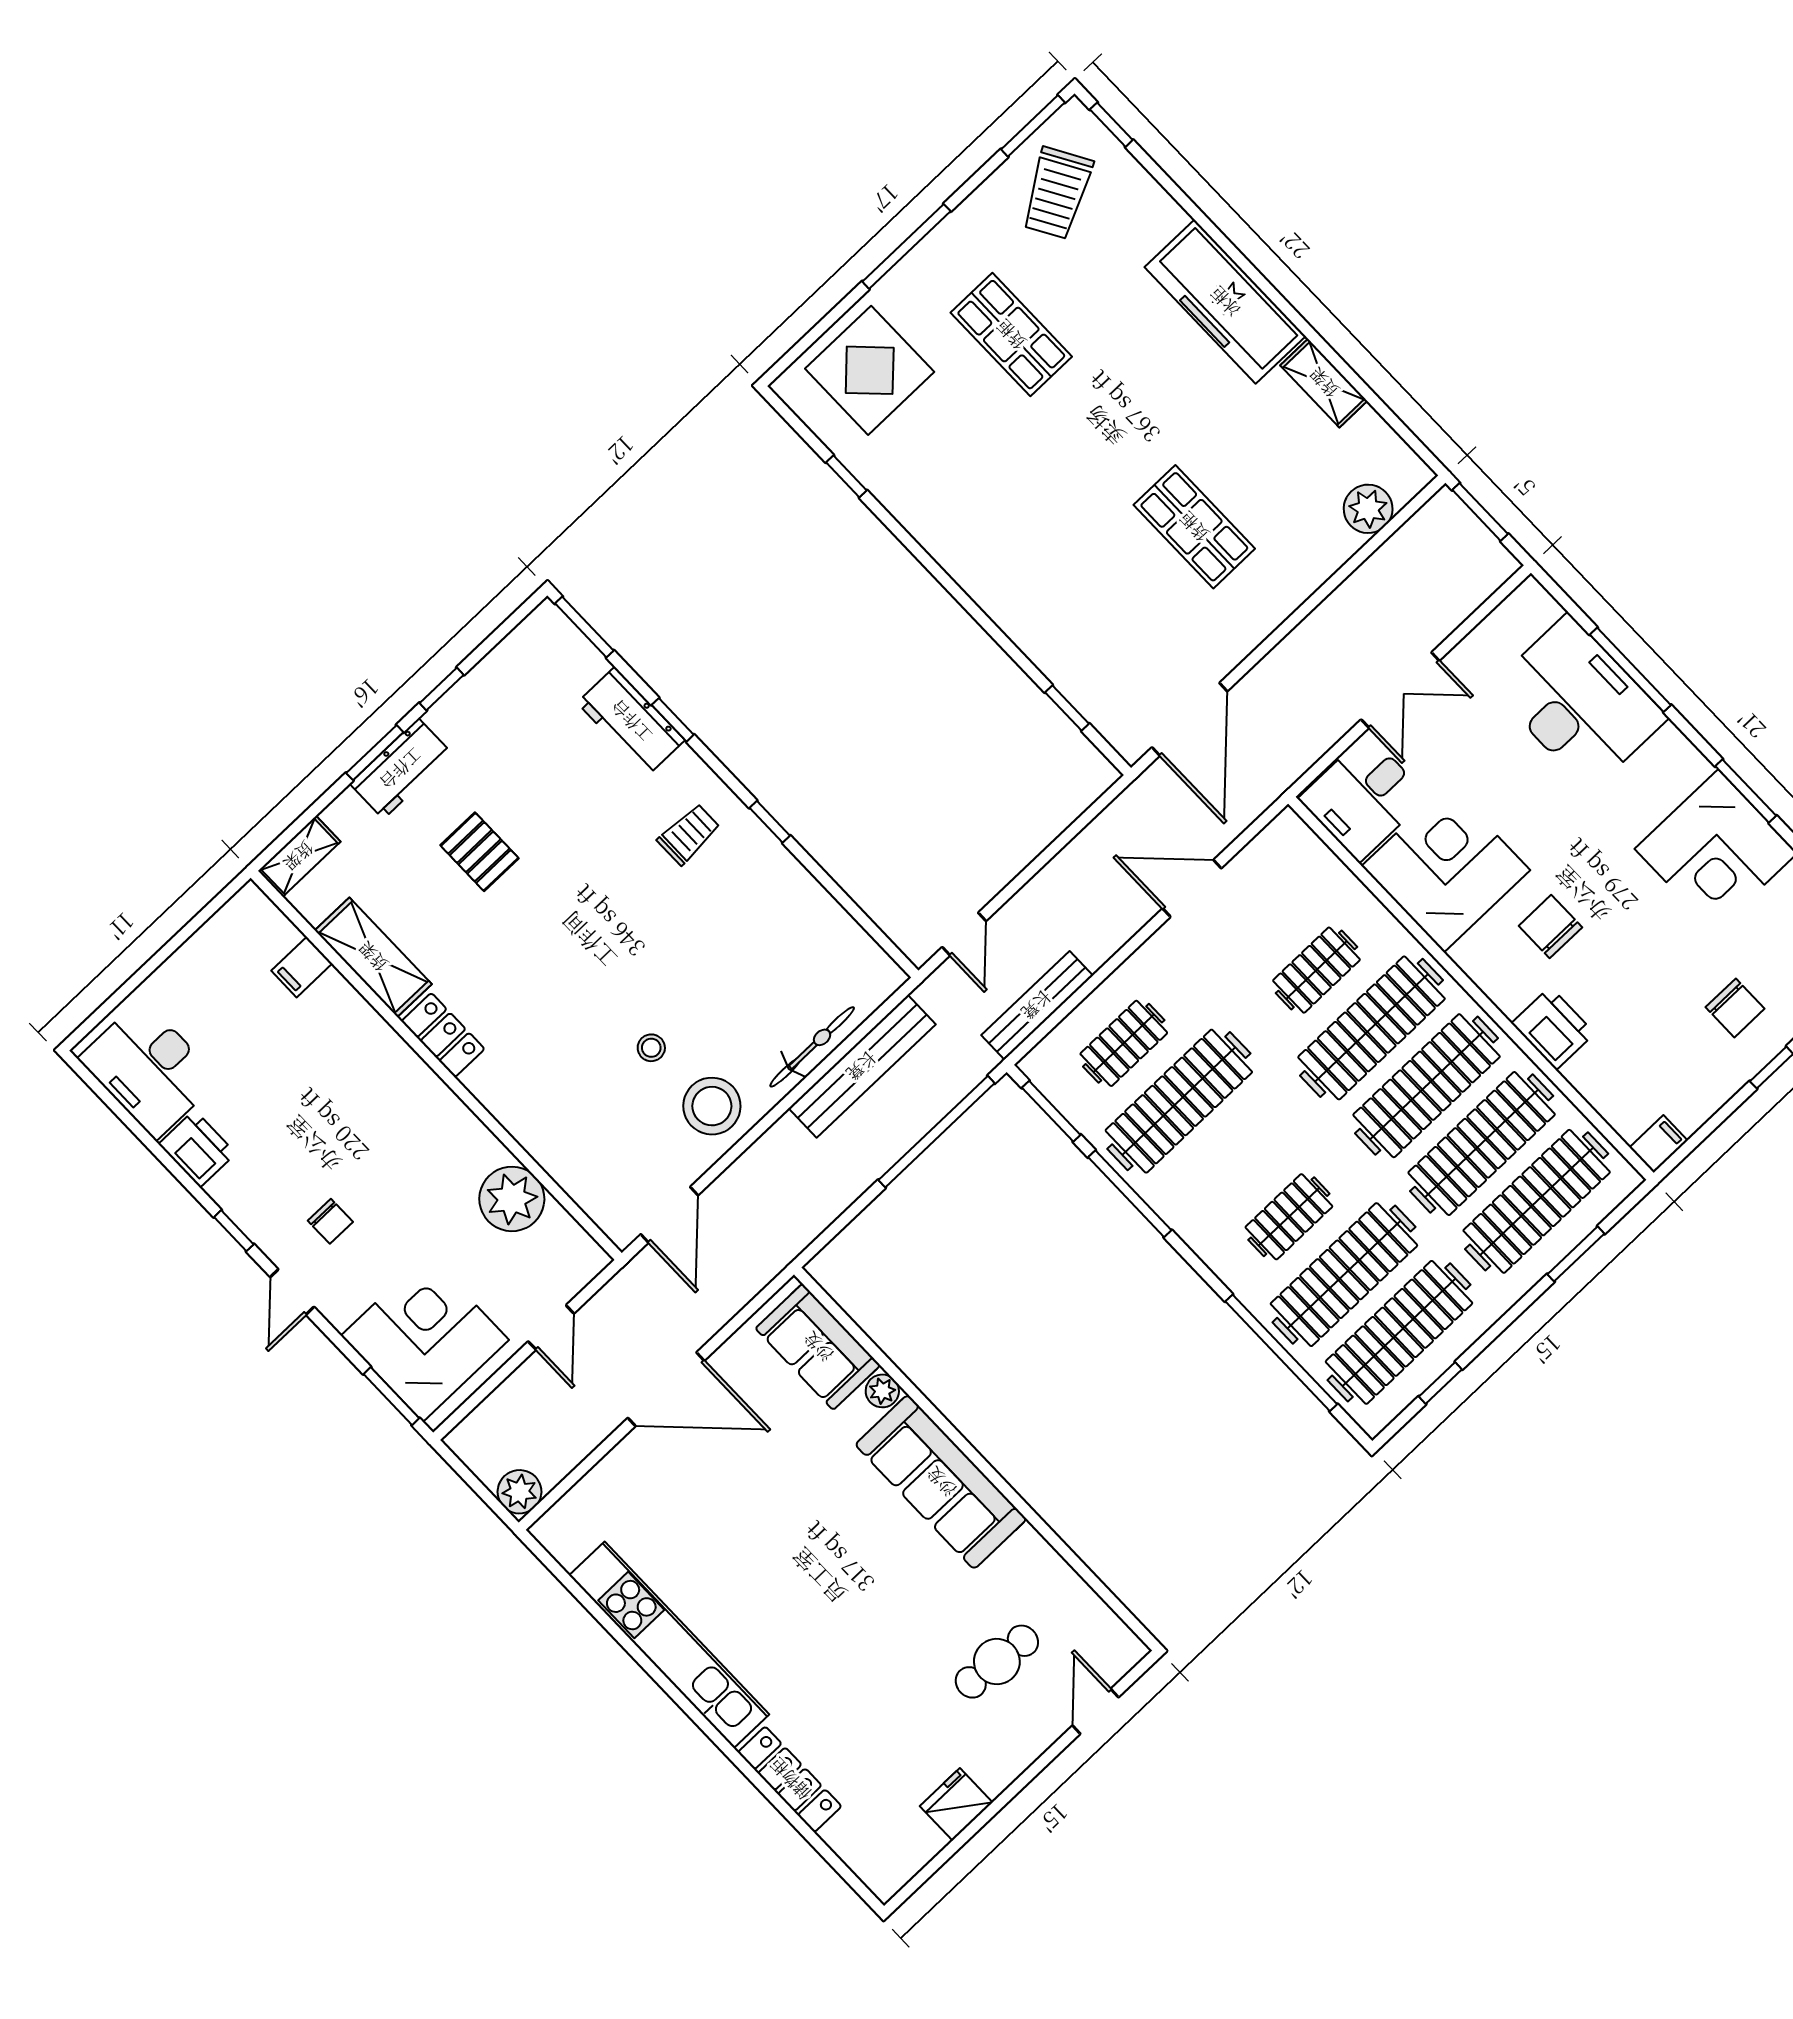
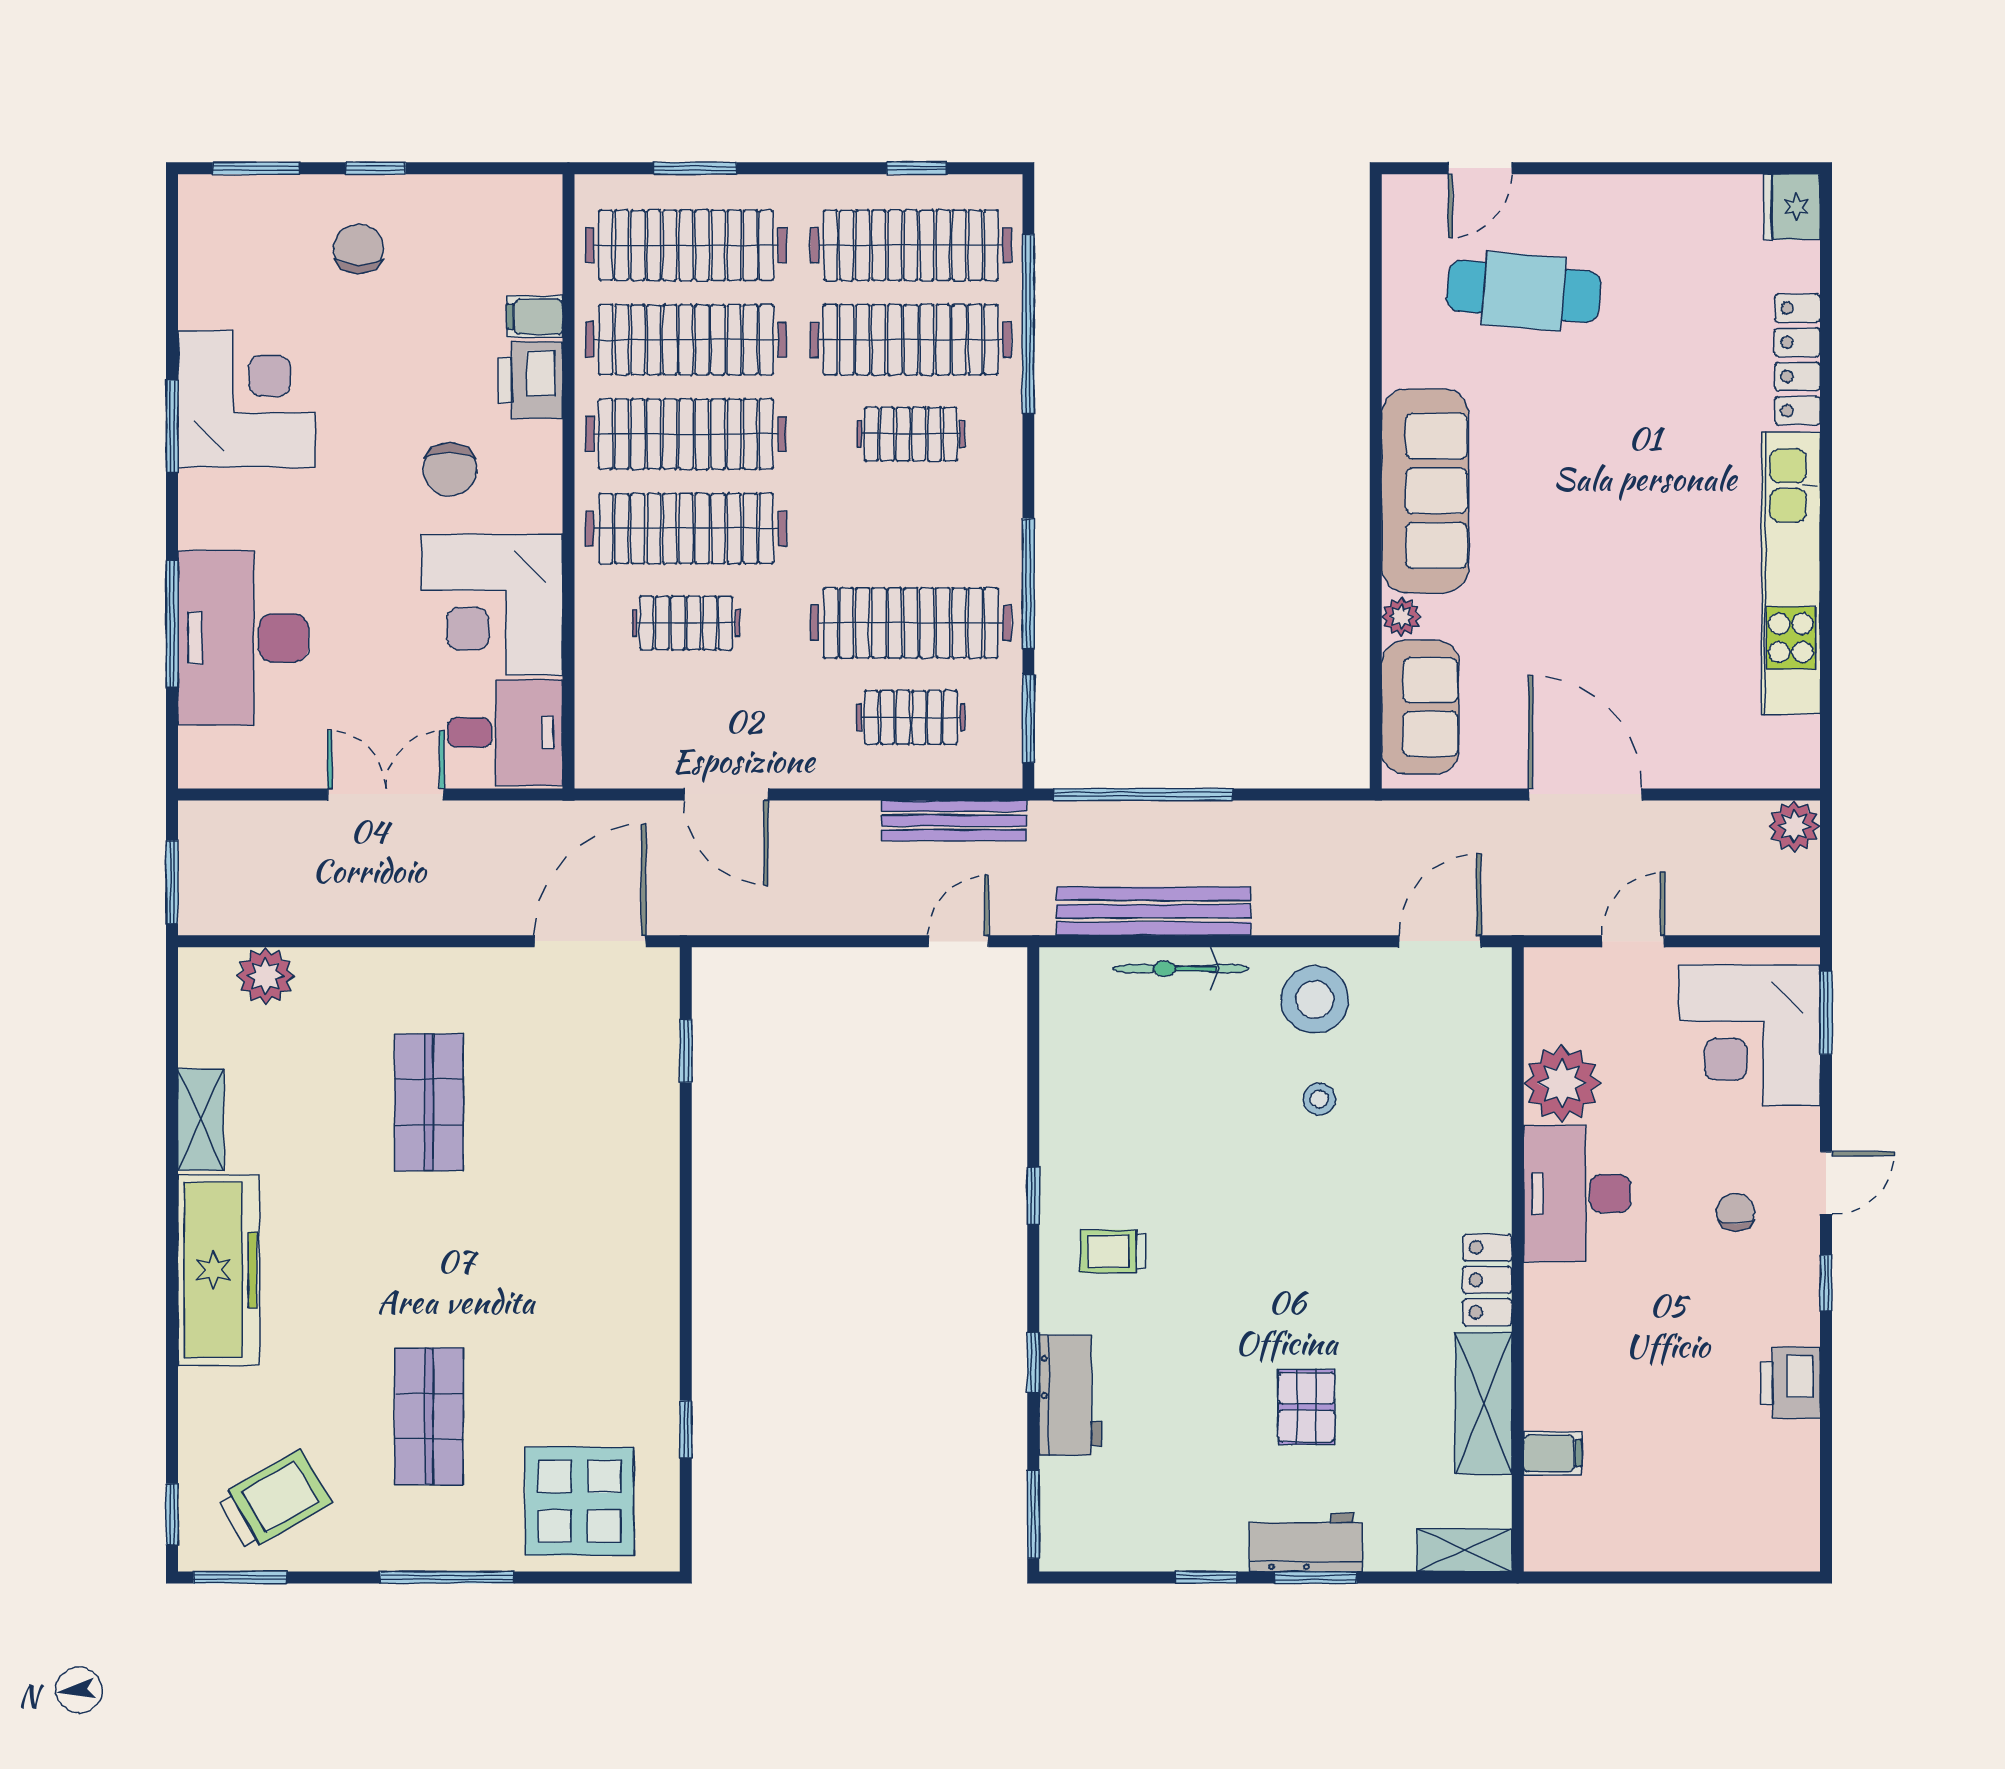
desk: (149, 1069) -> (1577, 1194), moved, turned 180
filing cabinet: (1659, 1144) -> (535, 317), moved
cafe table: (997, 1662) -> (1524, 291), width x1.37, depth x1.35
fridge: (956, 1804) -> (1792, 207), moved, turned 90

